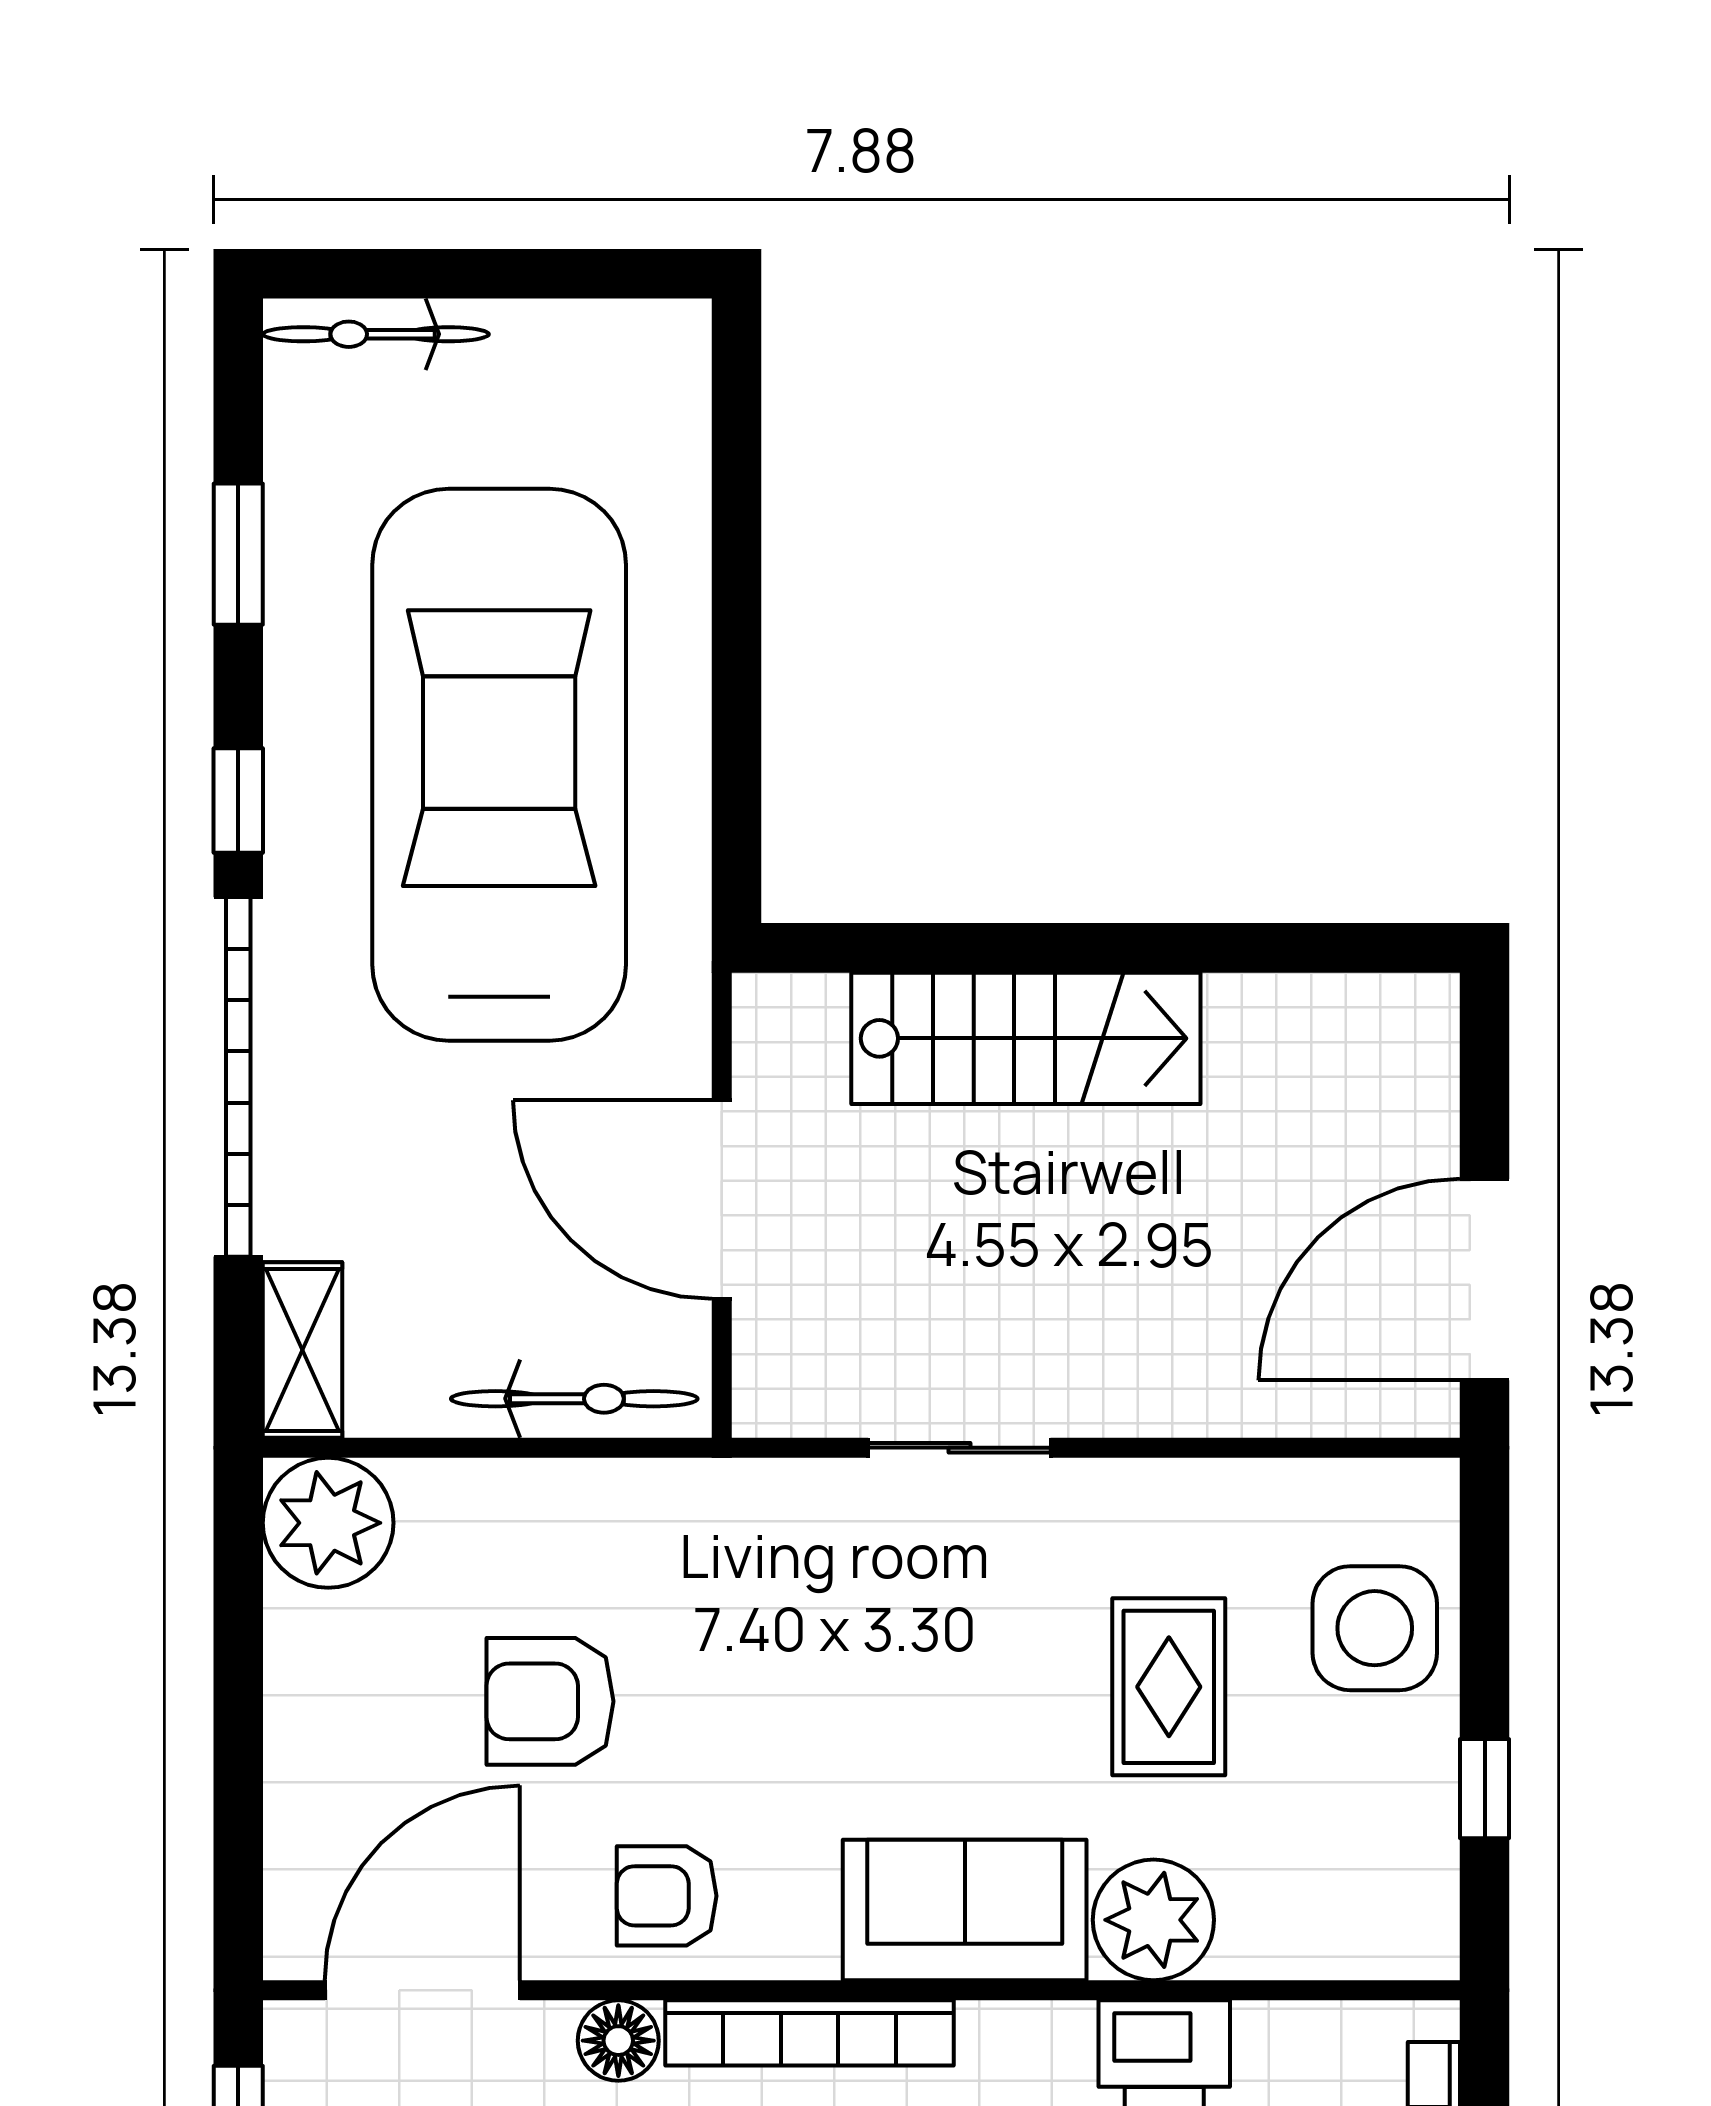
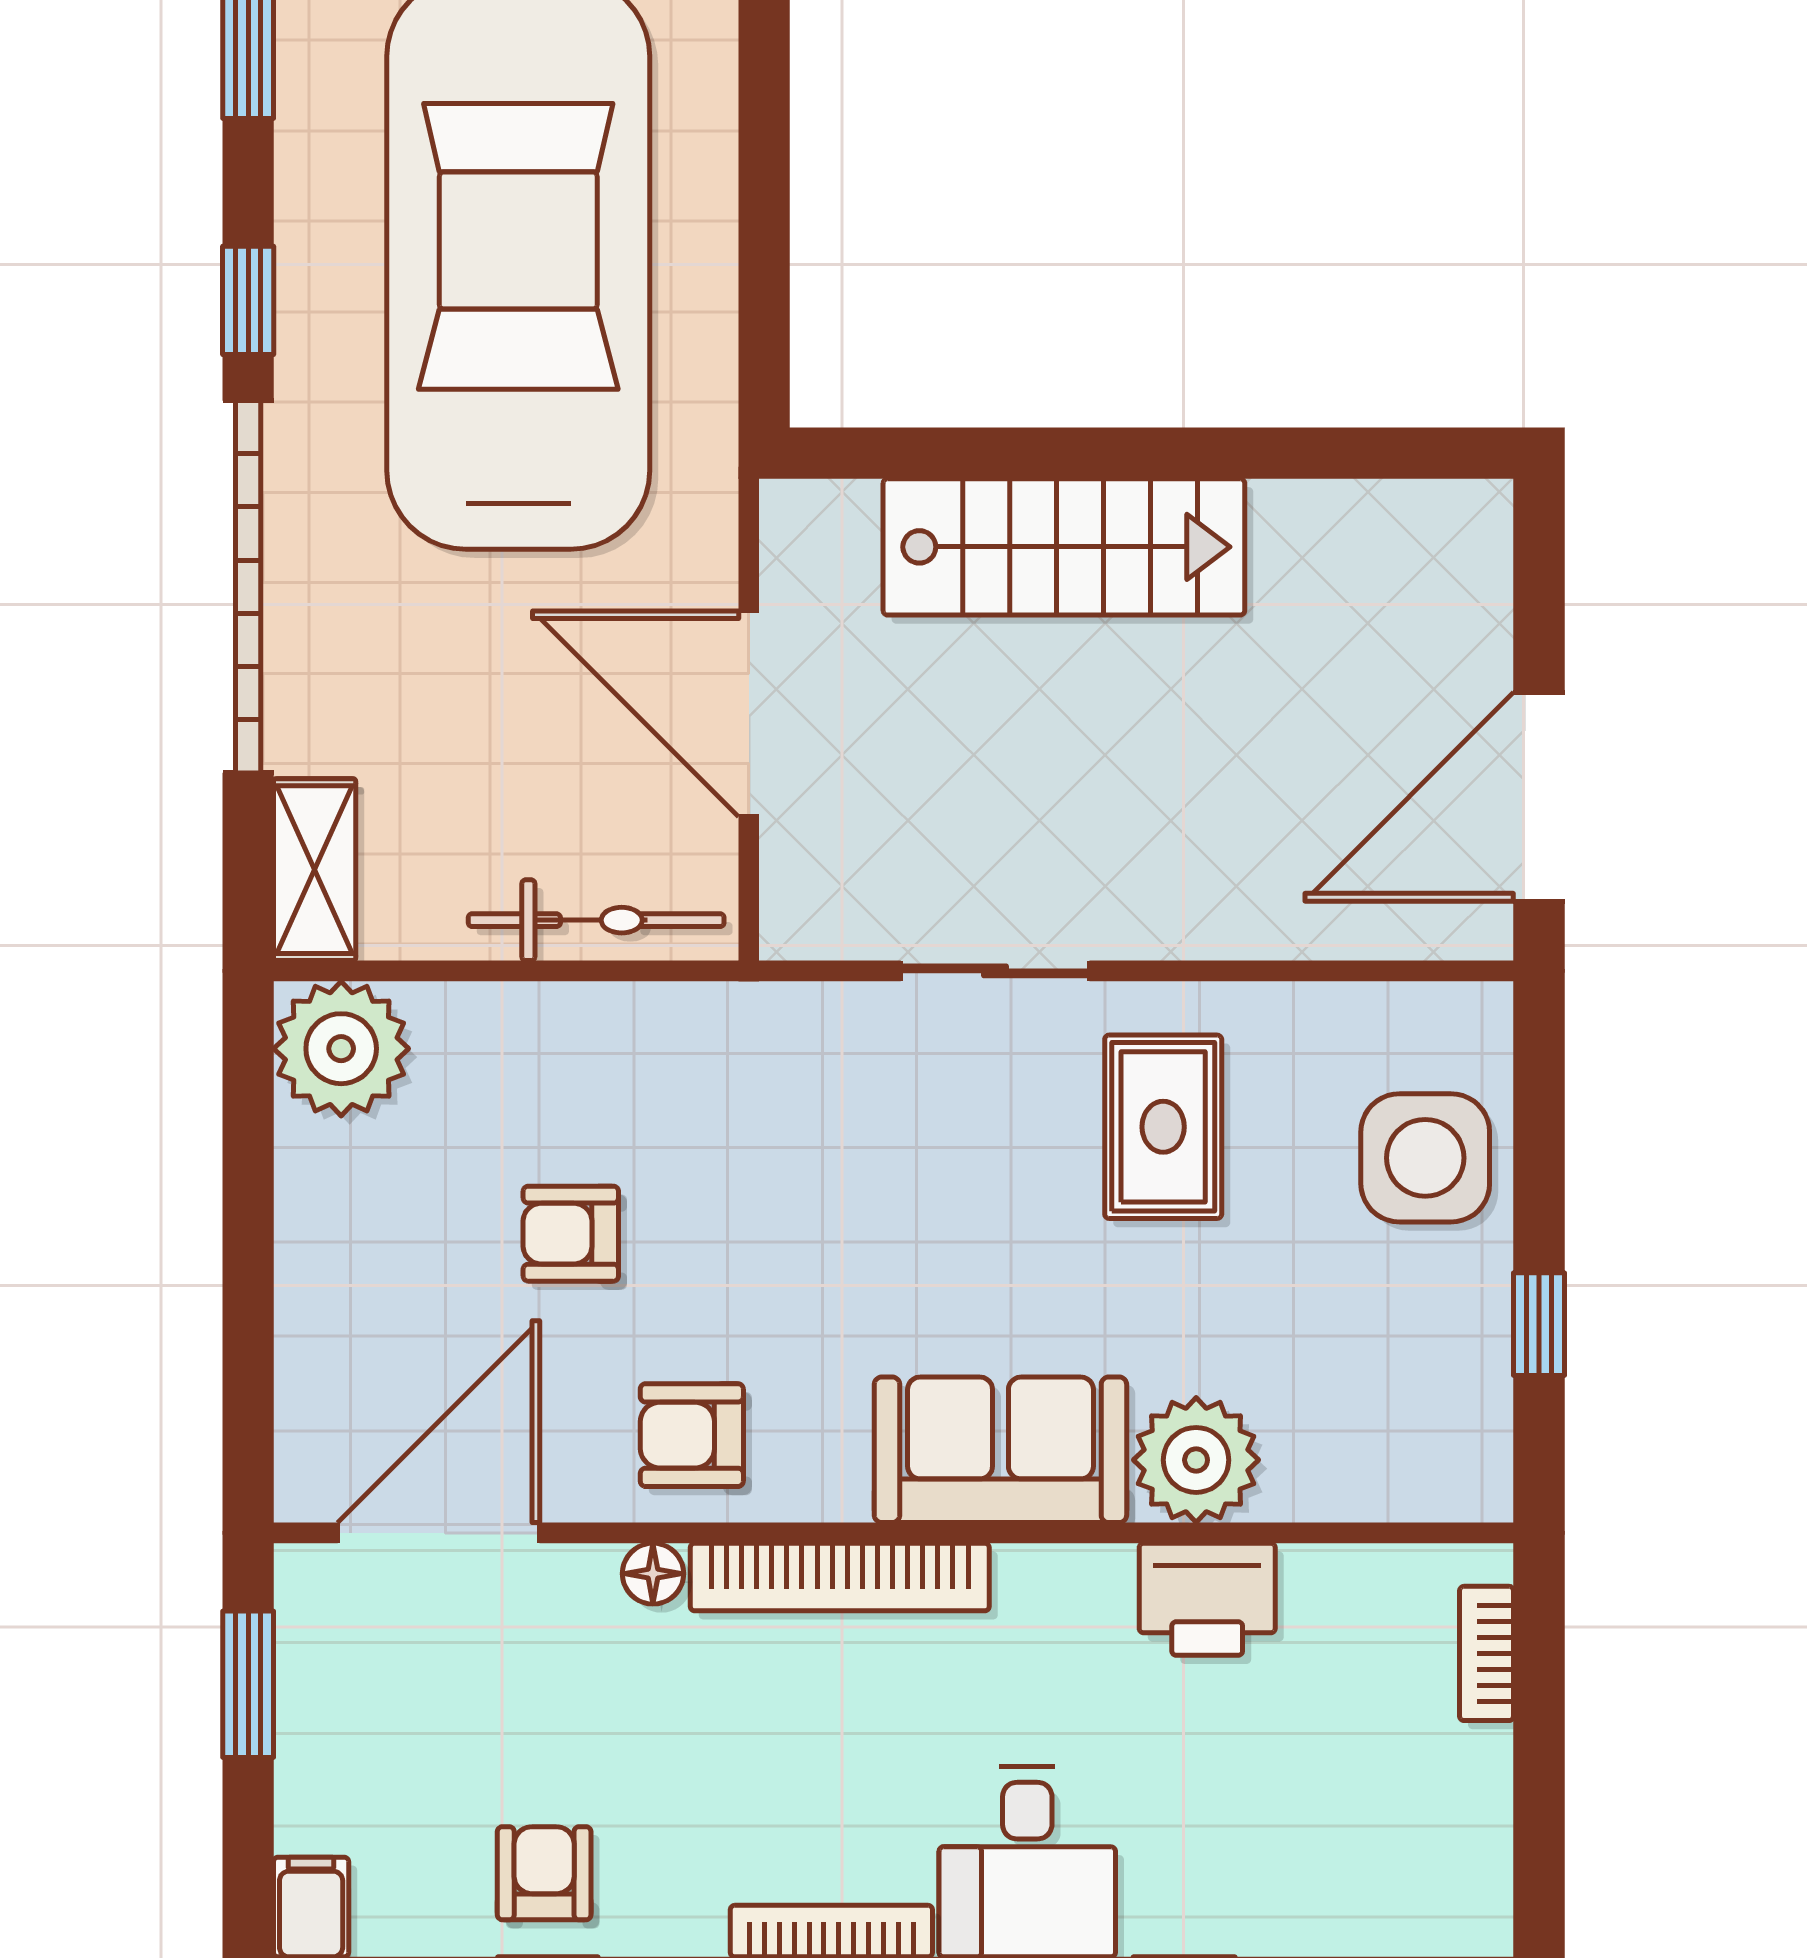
rug: (1169, 1687) -> (1163, 1127), moved
armchair: (550, 1701) -> (571, 1234), width x0.72, depth x0.72
floor lamp: (618, 2041) -> (653, 1574), width x0.73, depth x0.73

